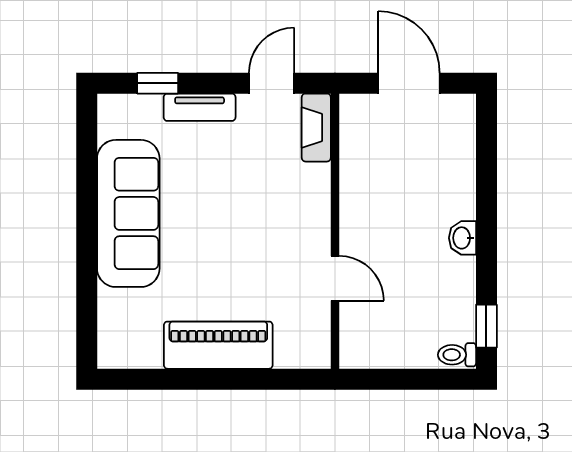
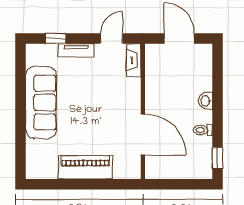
washbasin: (462, 238) -> (206, 101), moved
door: (335, 278) -> (143, 135), width x1.88
toilet: (457, 355) -> (203, 130), moved

